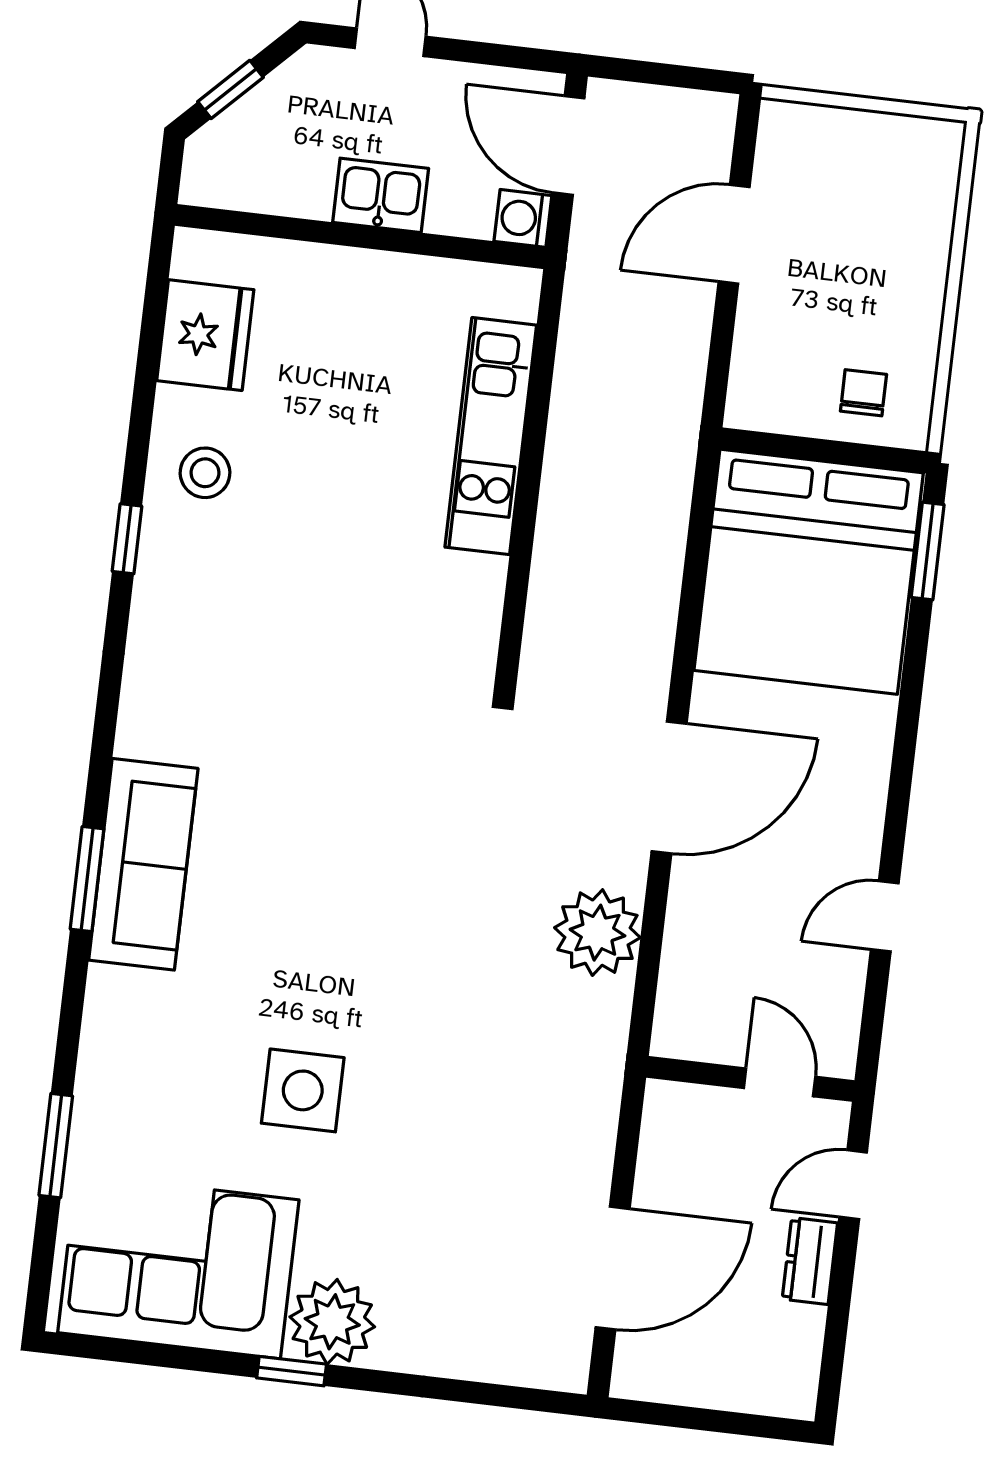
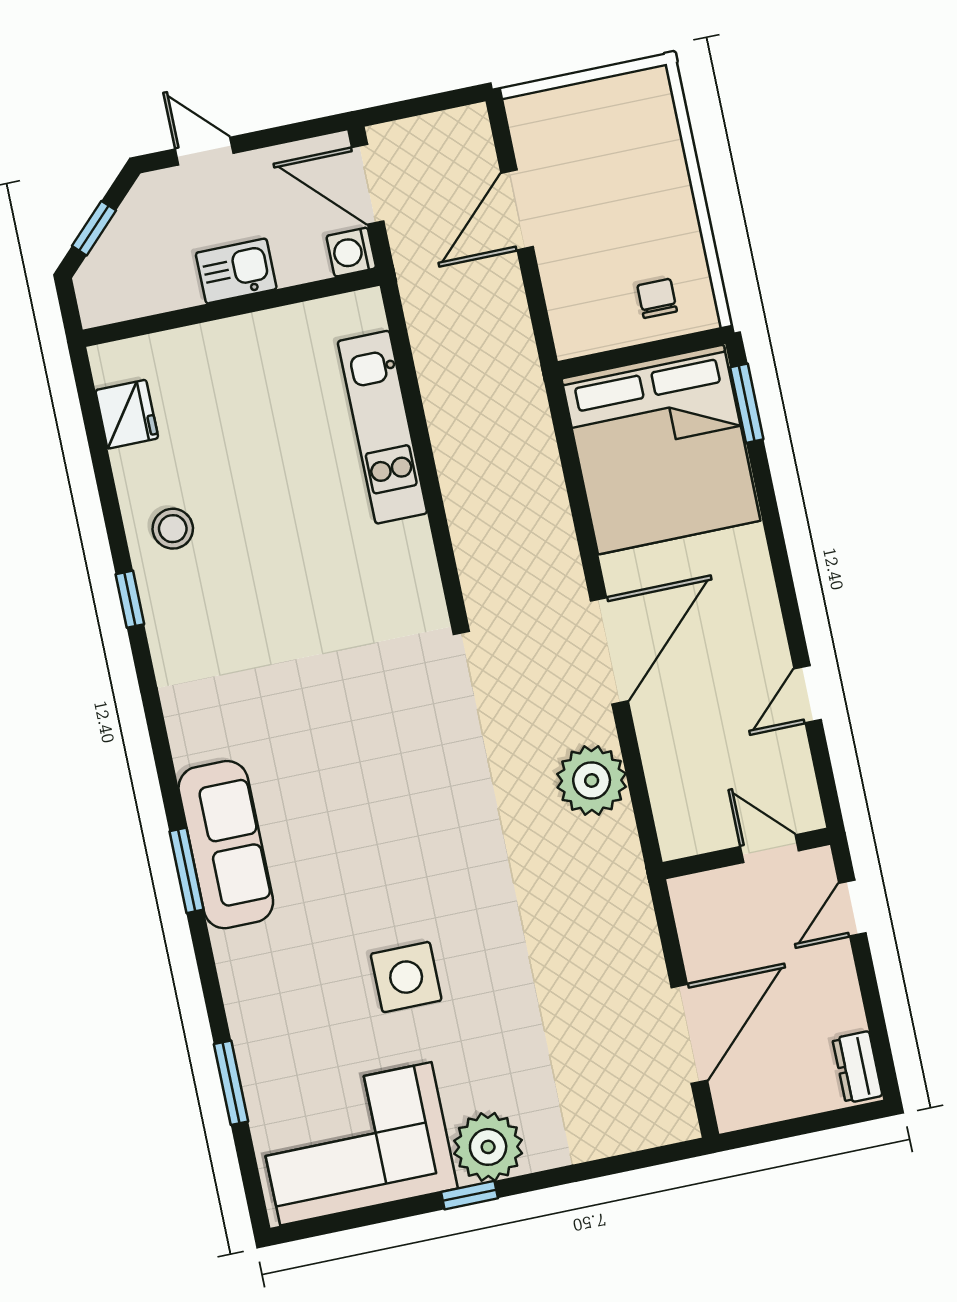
fridge: (205, 335) -> (127, 414), width x0.73, depth x0.75
dresser: (810, 1261) -> (857, 1067), moved

